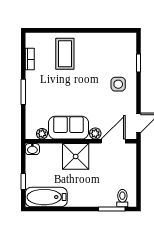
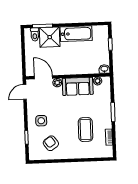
coffee table: (65, 54) -> (86, 130), moved
armchair: (107, 54) -> (51, 143), added
door: (113, 141) -> (43, 77), swing flipped
shower: (76, 156) -> (50, 37), moved
bathtub: (46, 197) -> (76, 34), moved

